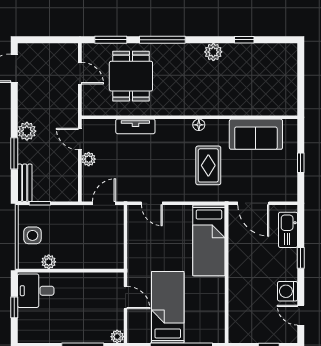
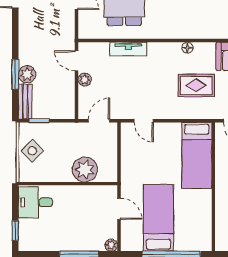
plant: (27, 131) -> (27, 74), moved
rug: (208, 165) -> (196, 85), turned 90
side table: (32, 235) -> (32, 151), turned 45
plant: (49, 262) -> (85, 170), moved, width x1.88, depth x1.88
window: (14, 307) -> (15, 231), moved

